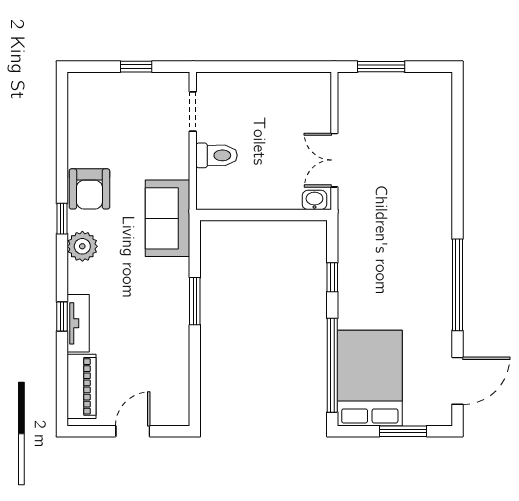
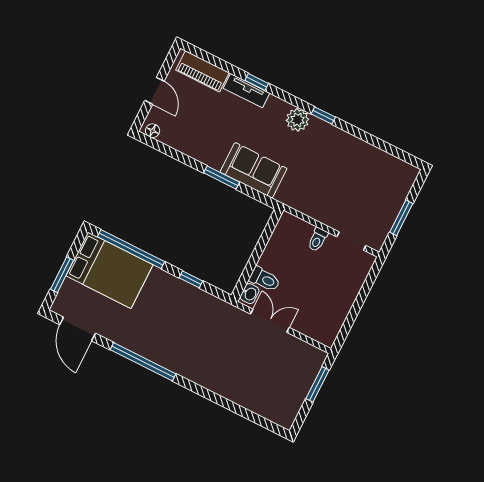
window: (136, 67) -> (401, 218), width x1.50
toilet: (217, 155) -> (318, 239), width x0.73, depth x0.72
armchair: (89, 189) -> (334, 144), removed
toilet: (289, 191) -> (265, 279), added
sofa: (167, 218) -> (254, 170), moved
floor lamp: (181, 410) -> (153, 131), added

